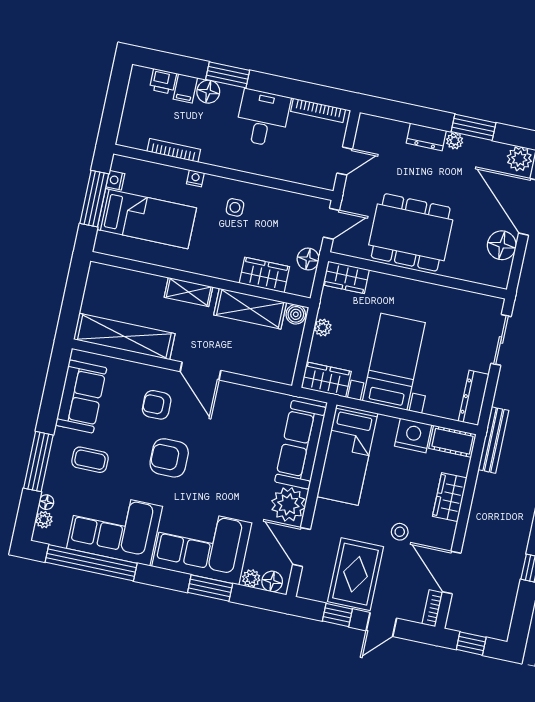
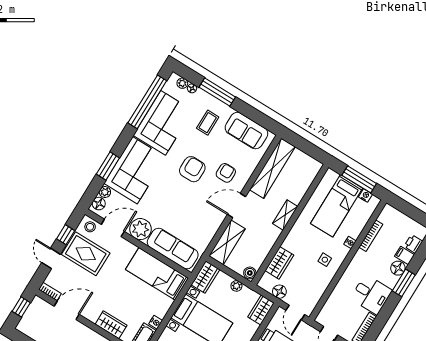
shelving: (250, 309) -> (227, 242), moved
nightstand: (413, 435) -> (156, 322), width x0.53, depth x0.56
stool: (400, 532) -> (90, 227), moved

